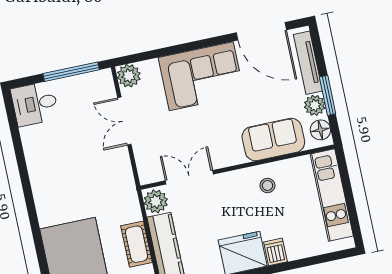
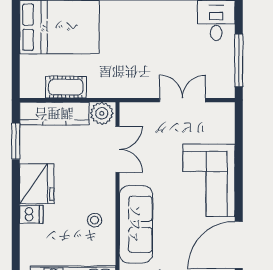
plant: (129, 76) -> (224, 113), removed
sofa: (273, 140) -> (136, 224), width x1.36

